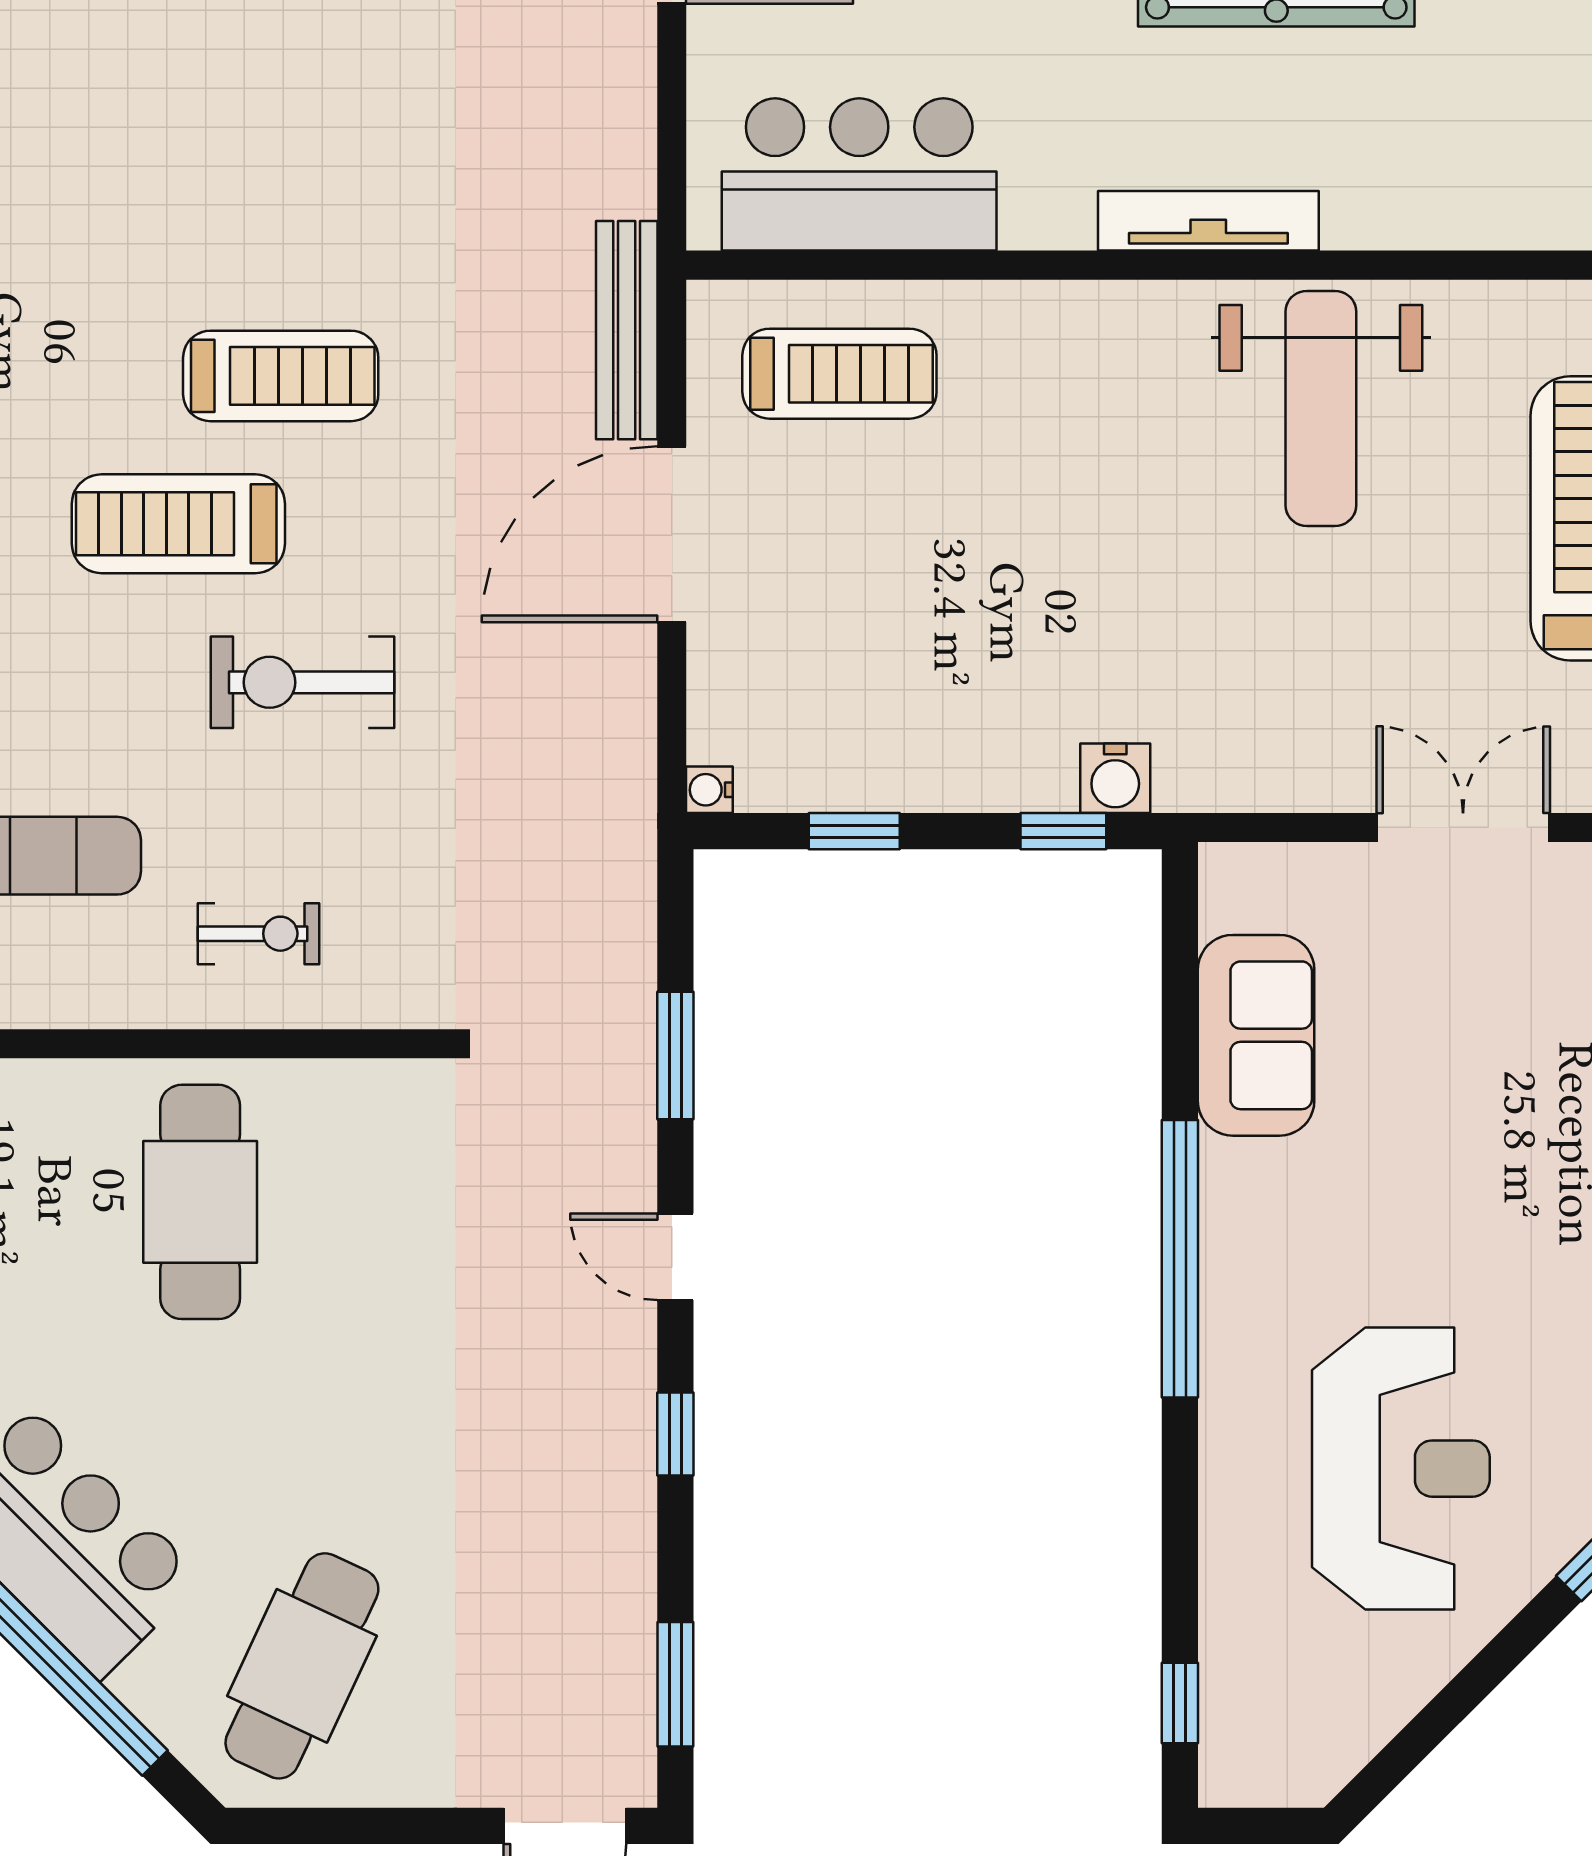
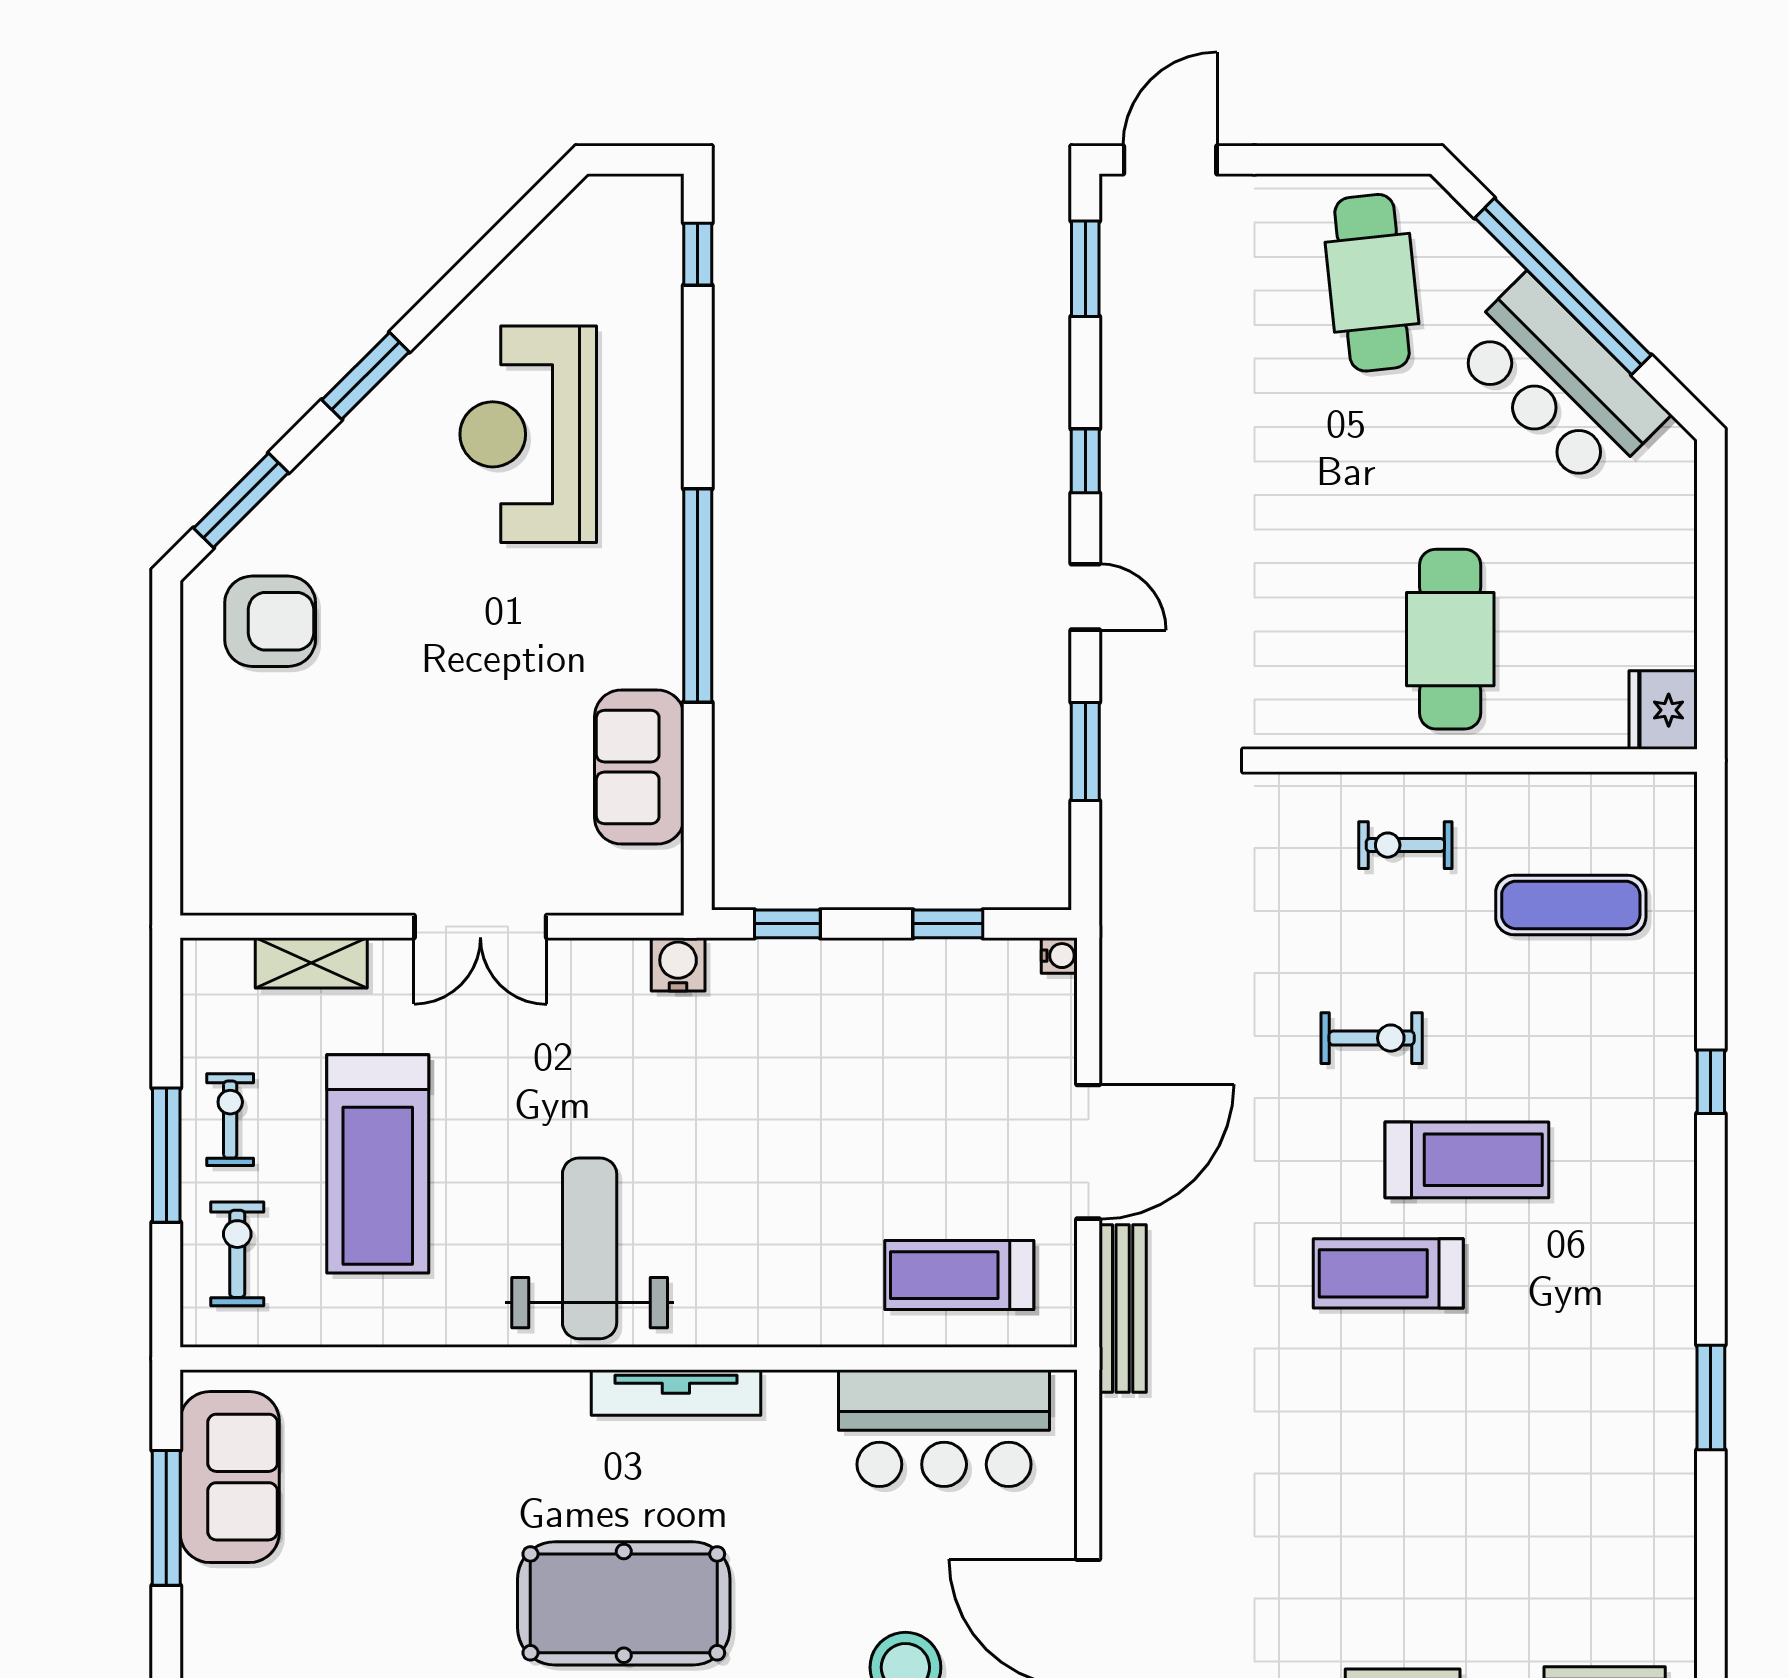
exercise bike: (302, 682) -> (1372, 1038), width x0.73, depth x0.72
water cooler: (1115, 778) -> (678, 964), moved
cafe table: (302, 1666) -> (1372, 283), turned -31

